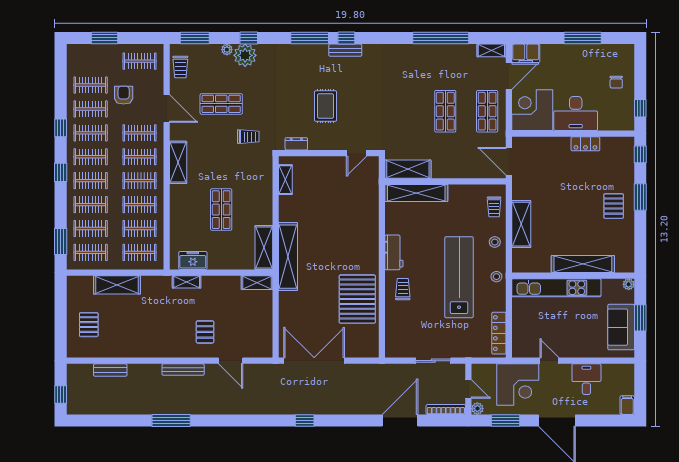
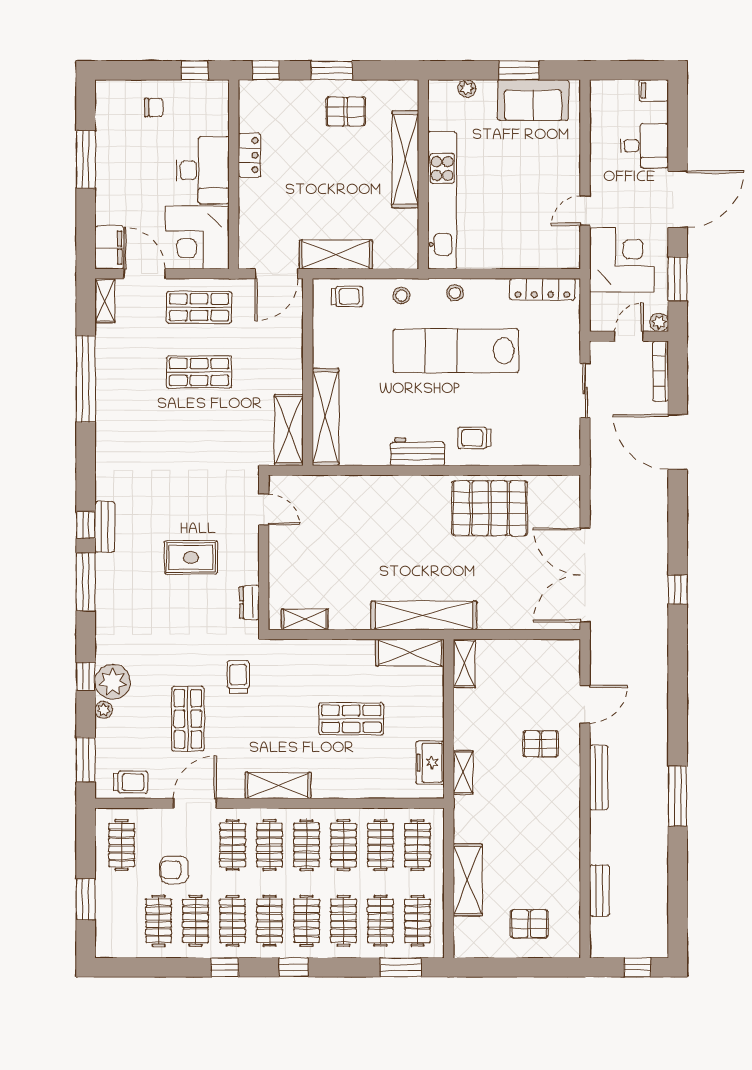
shelving: (521, 224) -> (336, 255), moved
shelving: (583, 264) -> (405, 159), moved
wall: (573, 276) -> (423, 174), moved
kitchen unit: (556, 288) -> (442, 200), moved
desk: (586, 379) -> (644, 146), moved, turned 180

